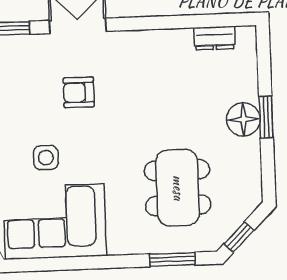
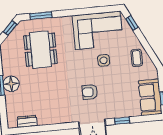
armchair: (79, 92) -> (90, 92), turned 180

